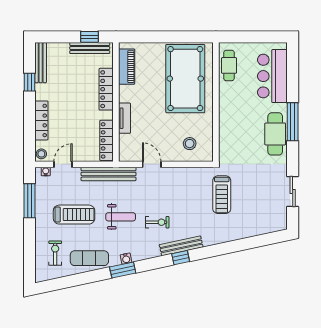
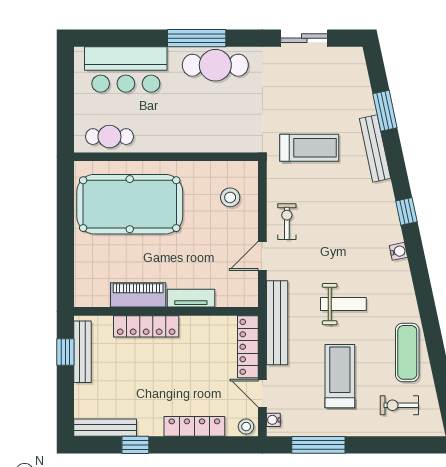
piano: (127, 67) -> (138, 295), moved
locker: (106, 140) -> (248, 347), moved, turned 90
weight bench: (121, 217) -> (343, 304), turned 90
exercise bike: (157, 222) -> (287, 222), moved
bench: (181, 246) -> (375, 148), moved
water cooler: (126, 259) -> (398, 251), moved
window: (123, 270) -> (385, 111), moved

